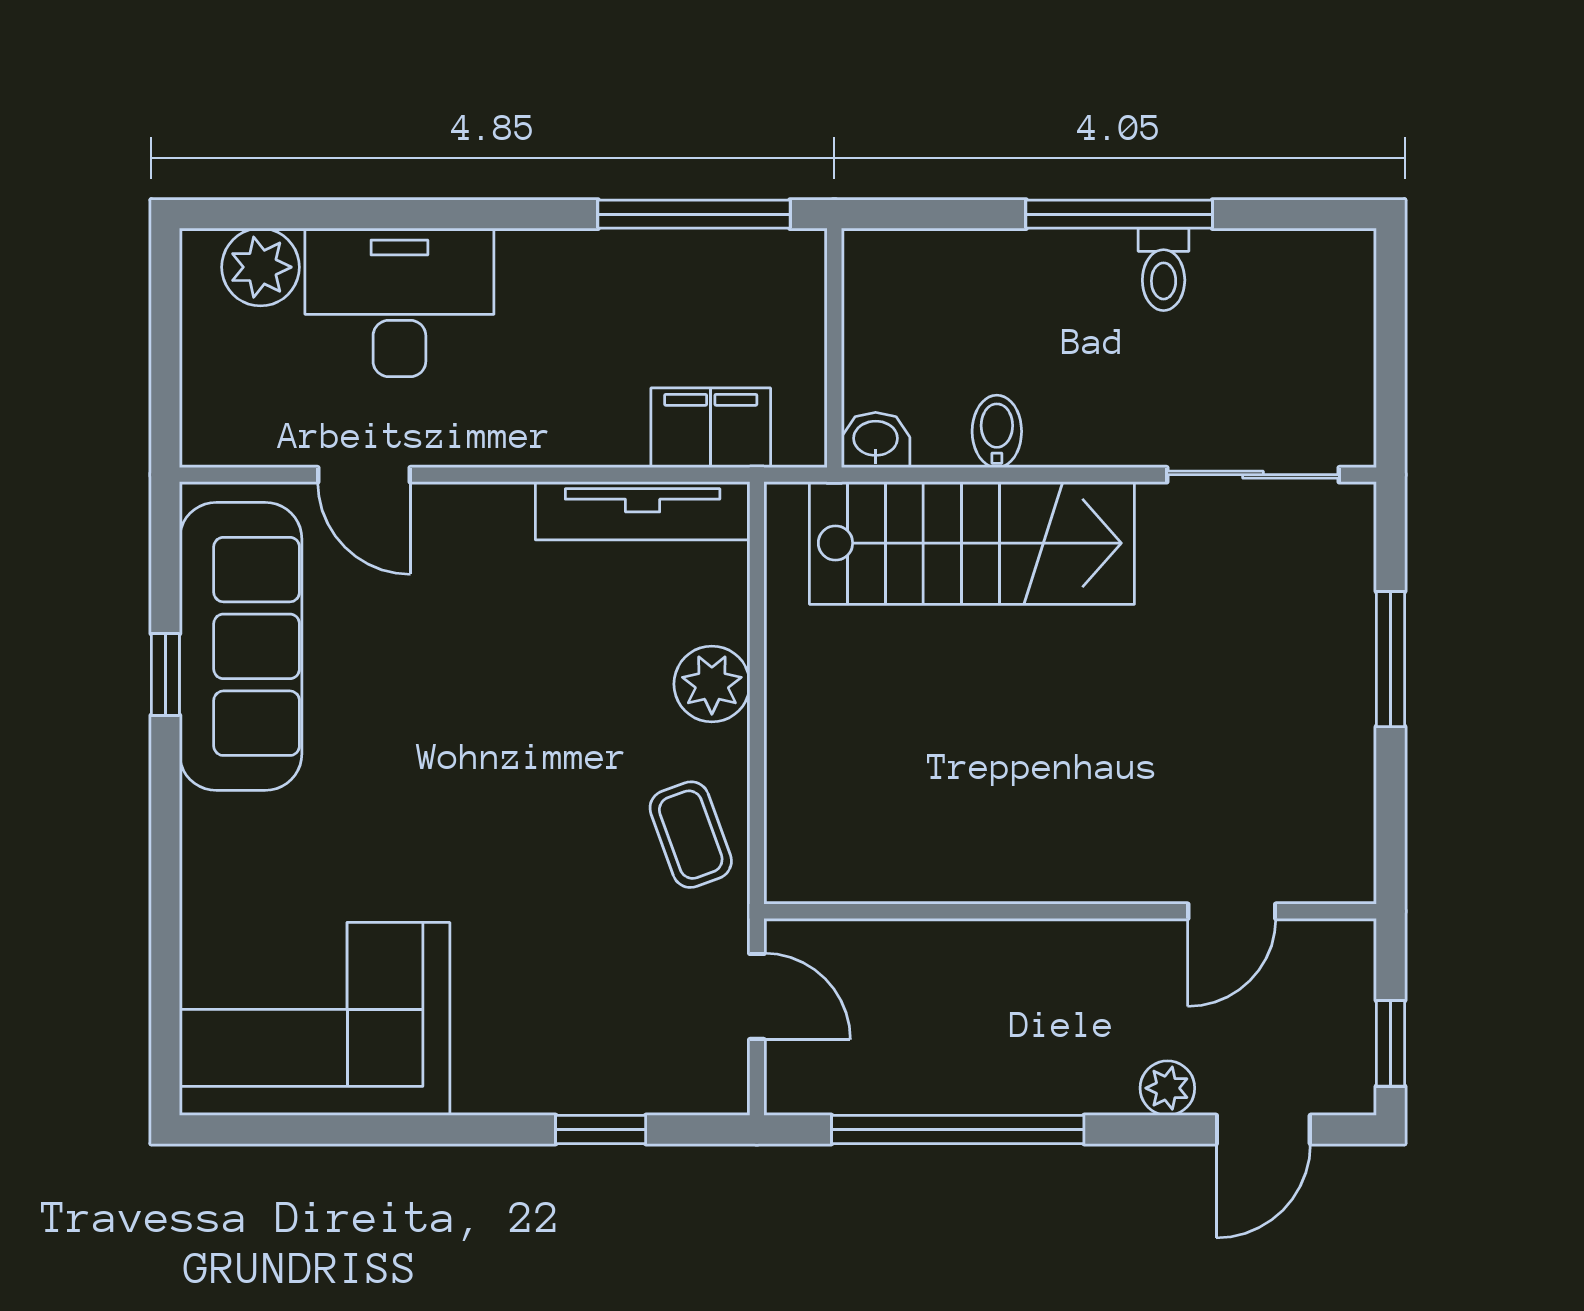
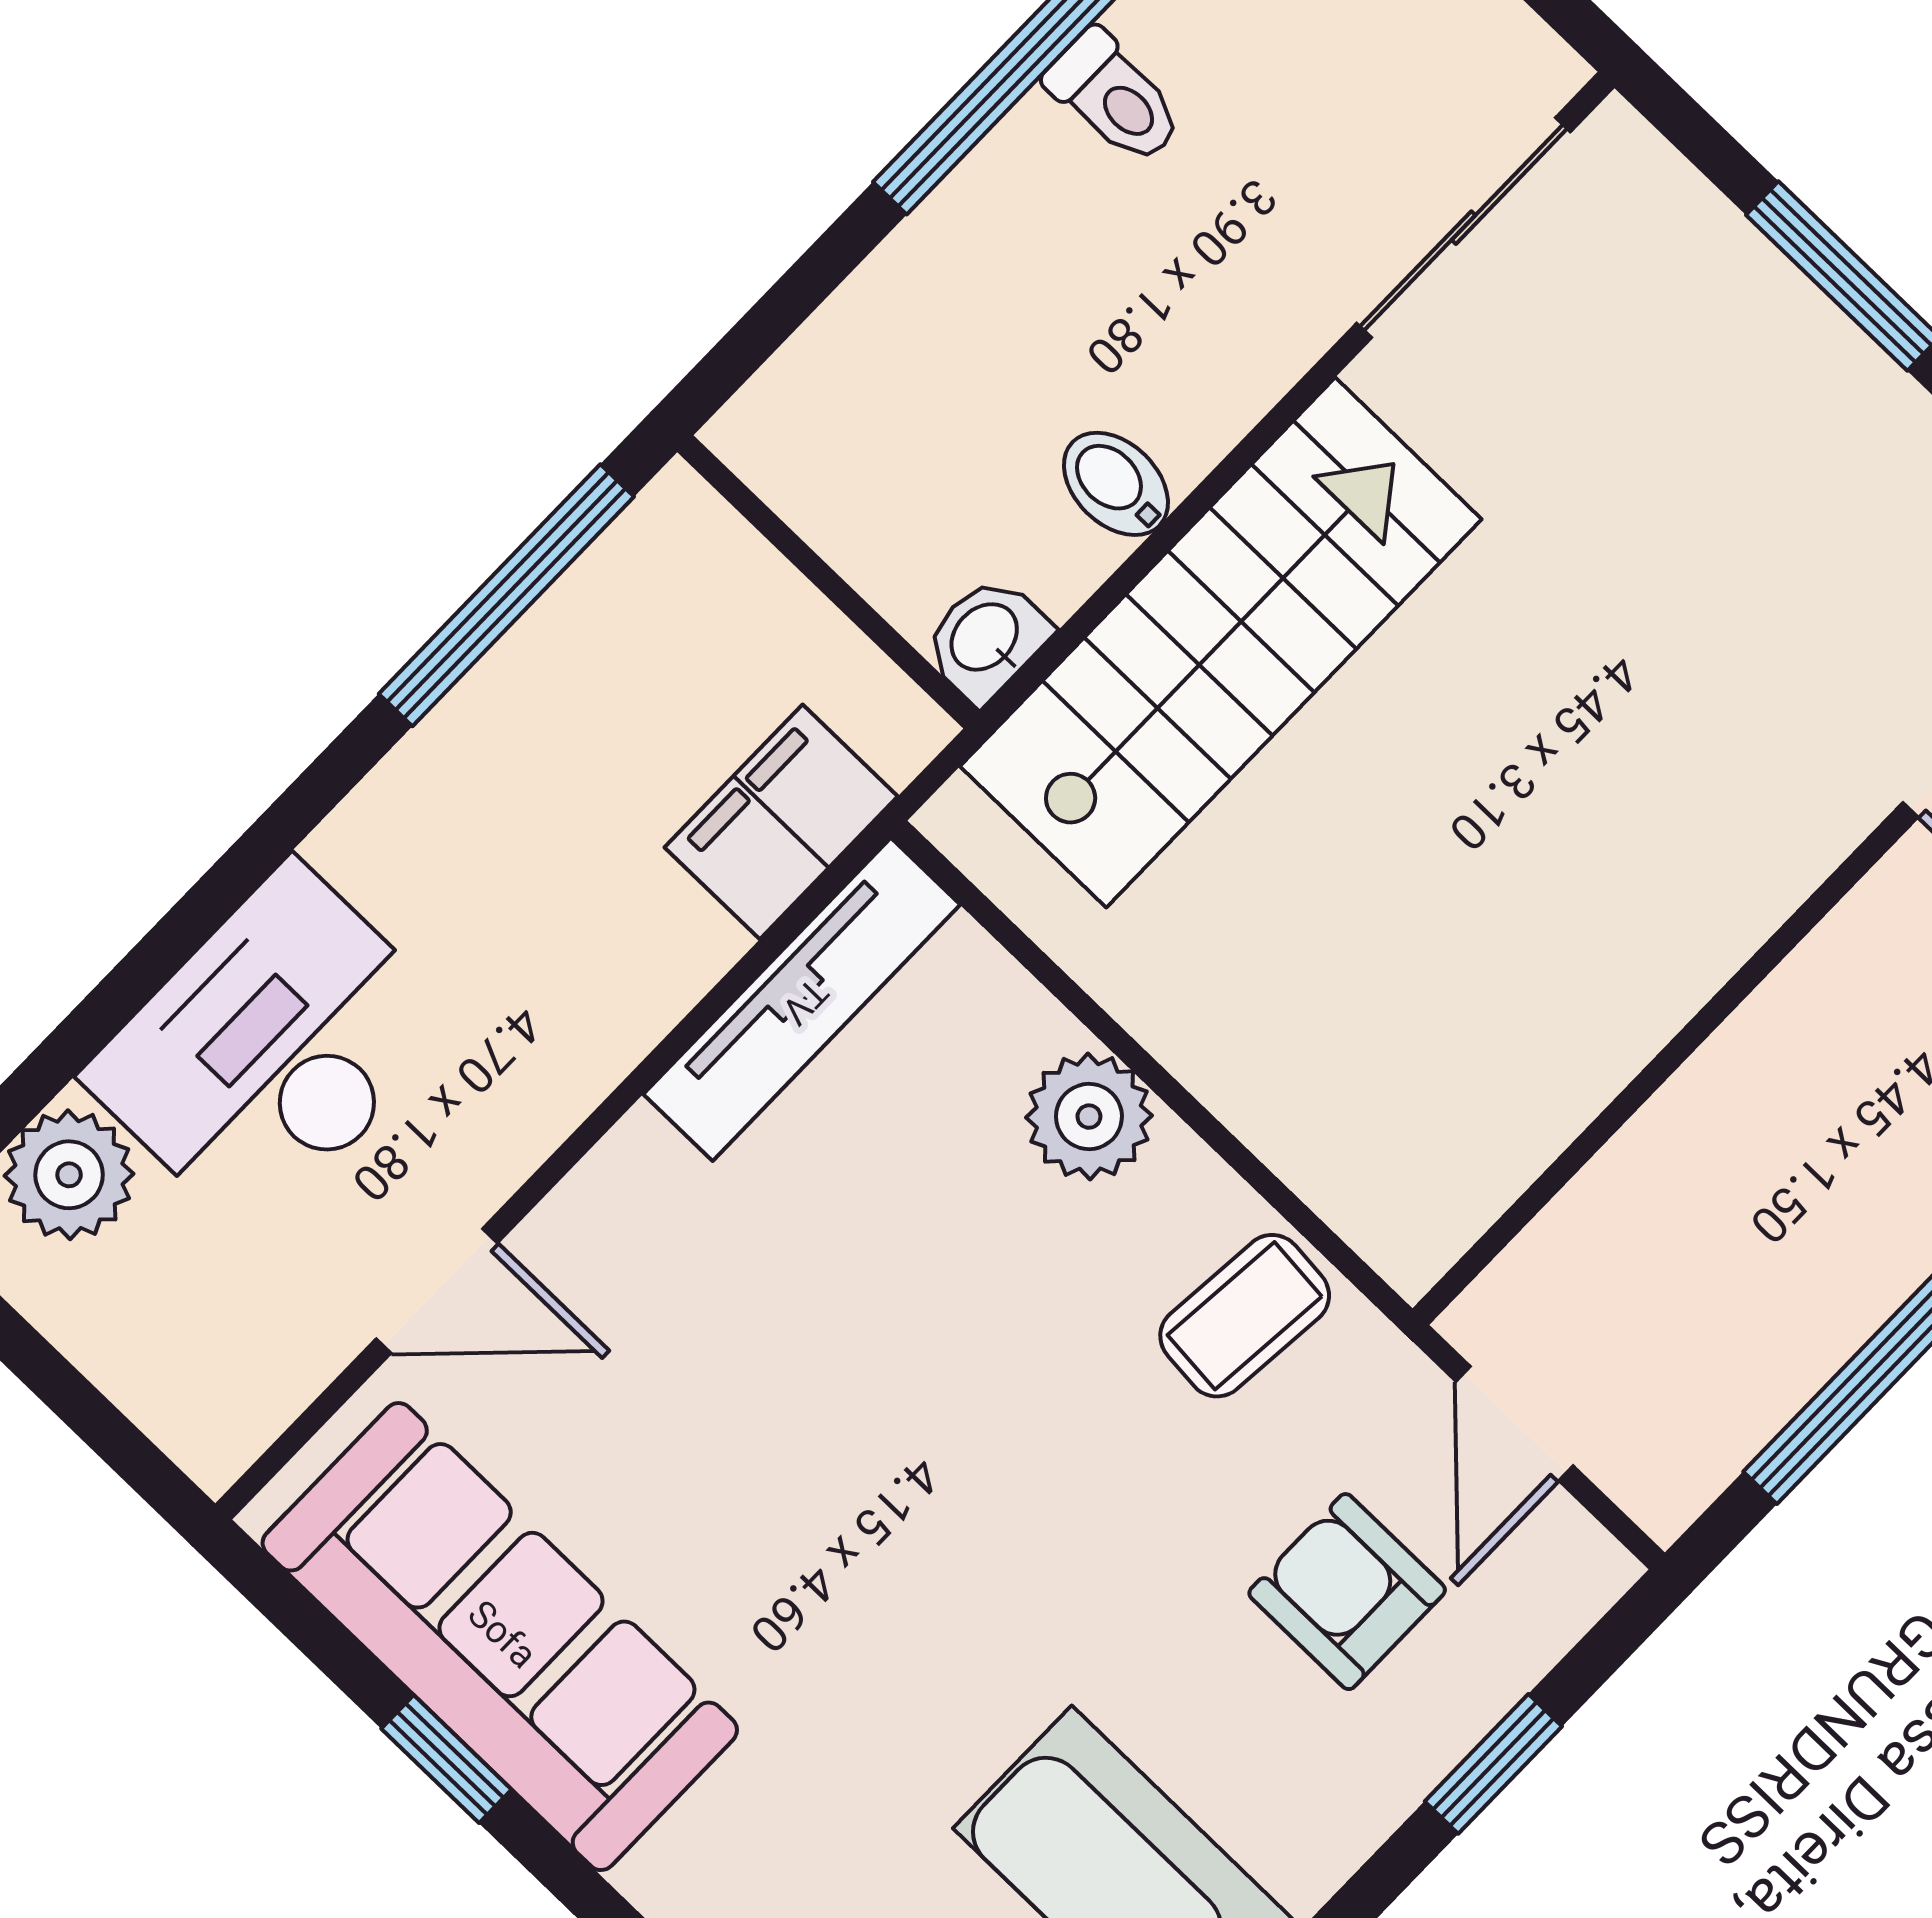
coffee table: (691, 835) -> (1245, 1316), turned -65
armchair: (614, 994) -> (1347, 1592), added
door: (757, 996) -> (1515, 1424), swing flipped

